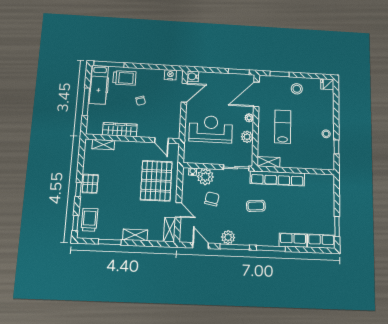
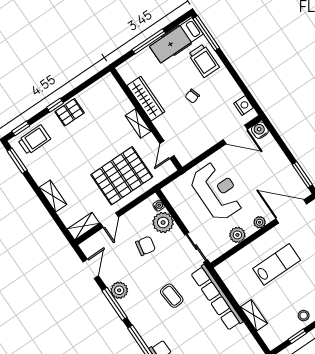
shelving: (103, 145) -> (138, 123), moved
shelving: (268, 162) -> (254, 315), moved
window: (110, 242) -> (17, 161), moved

